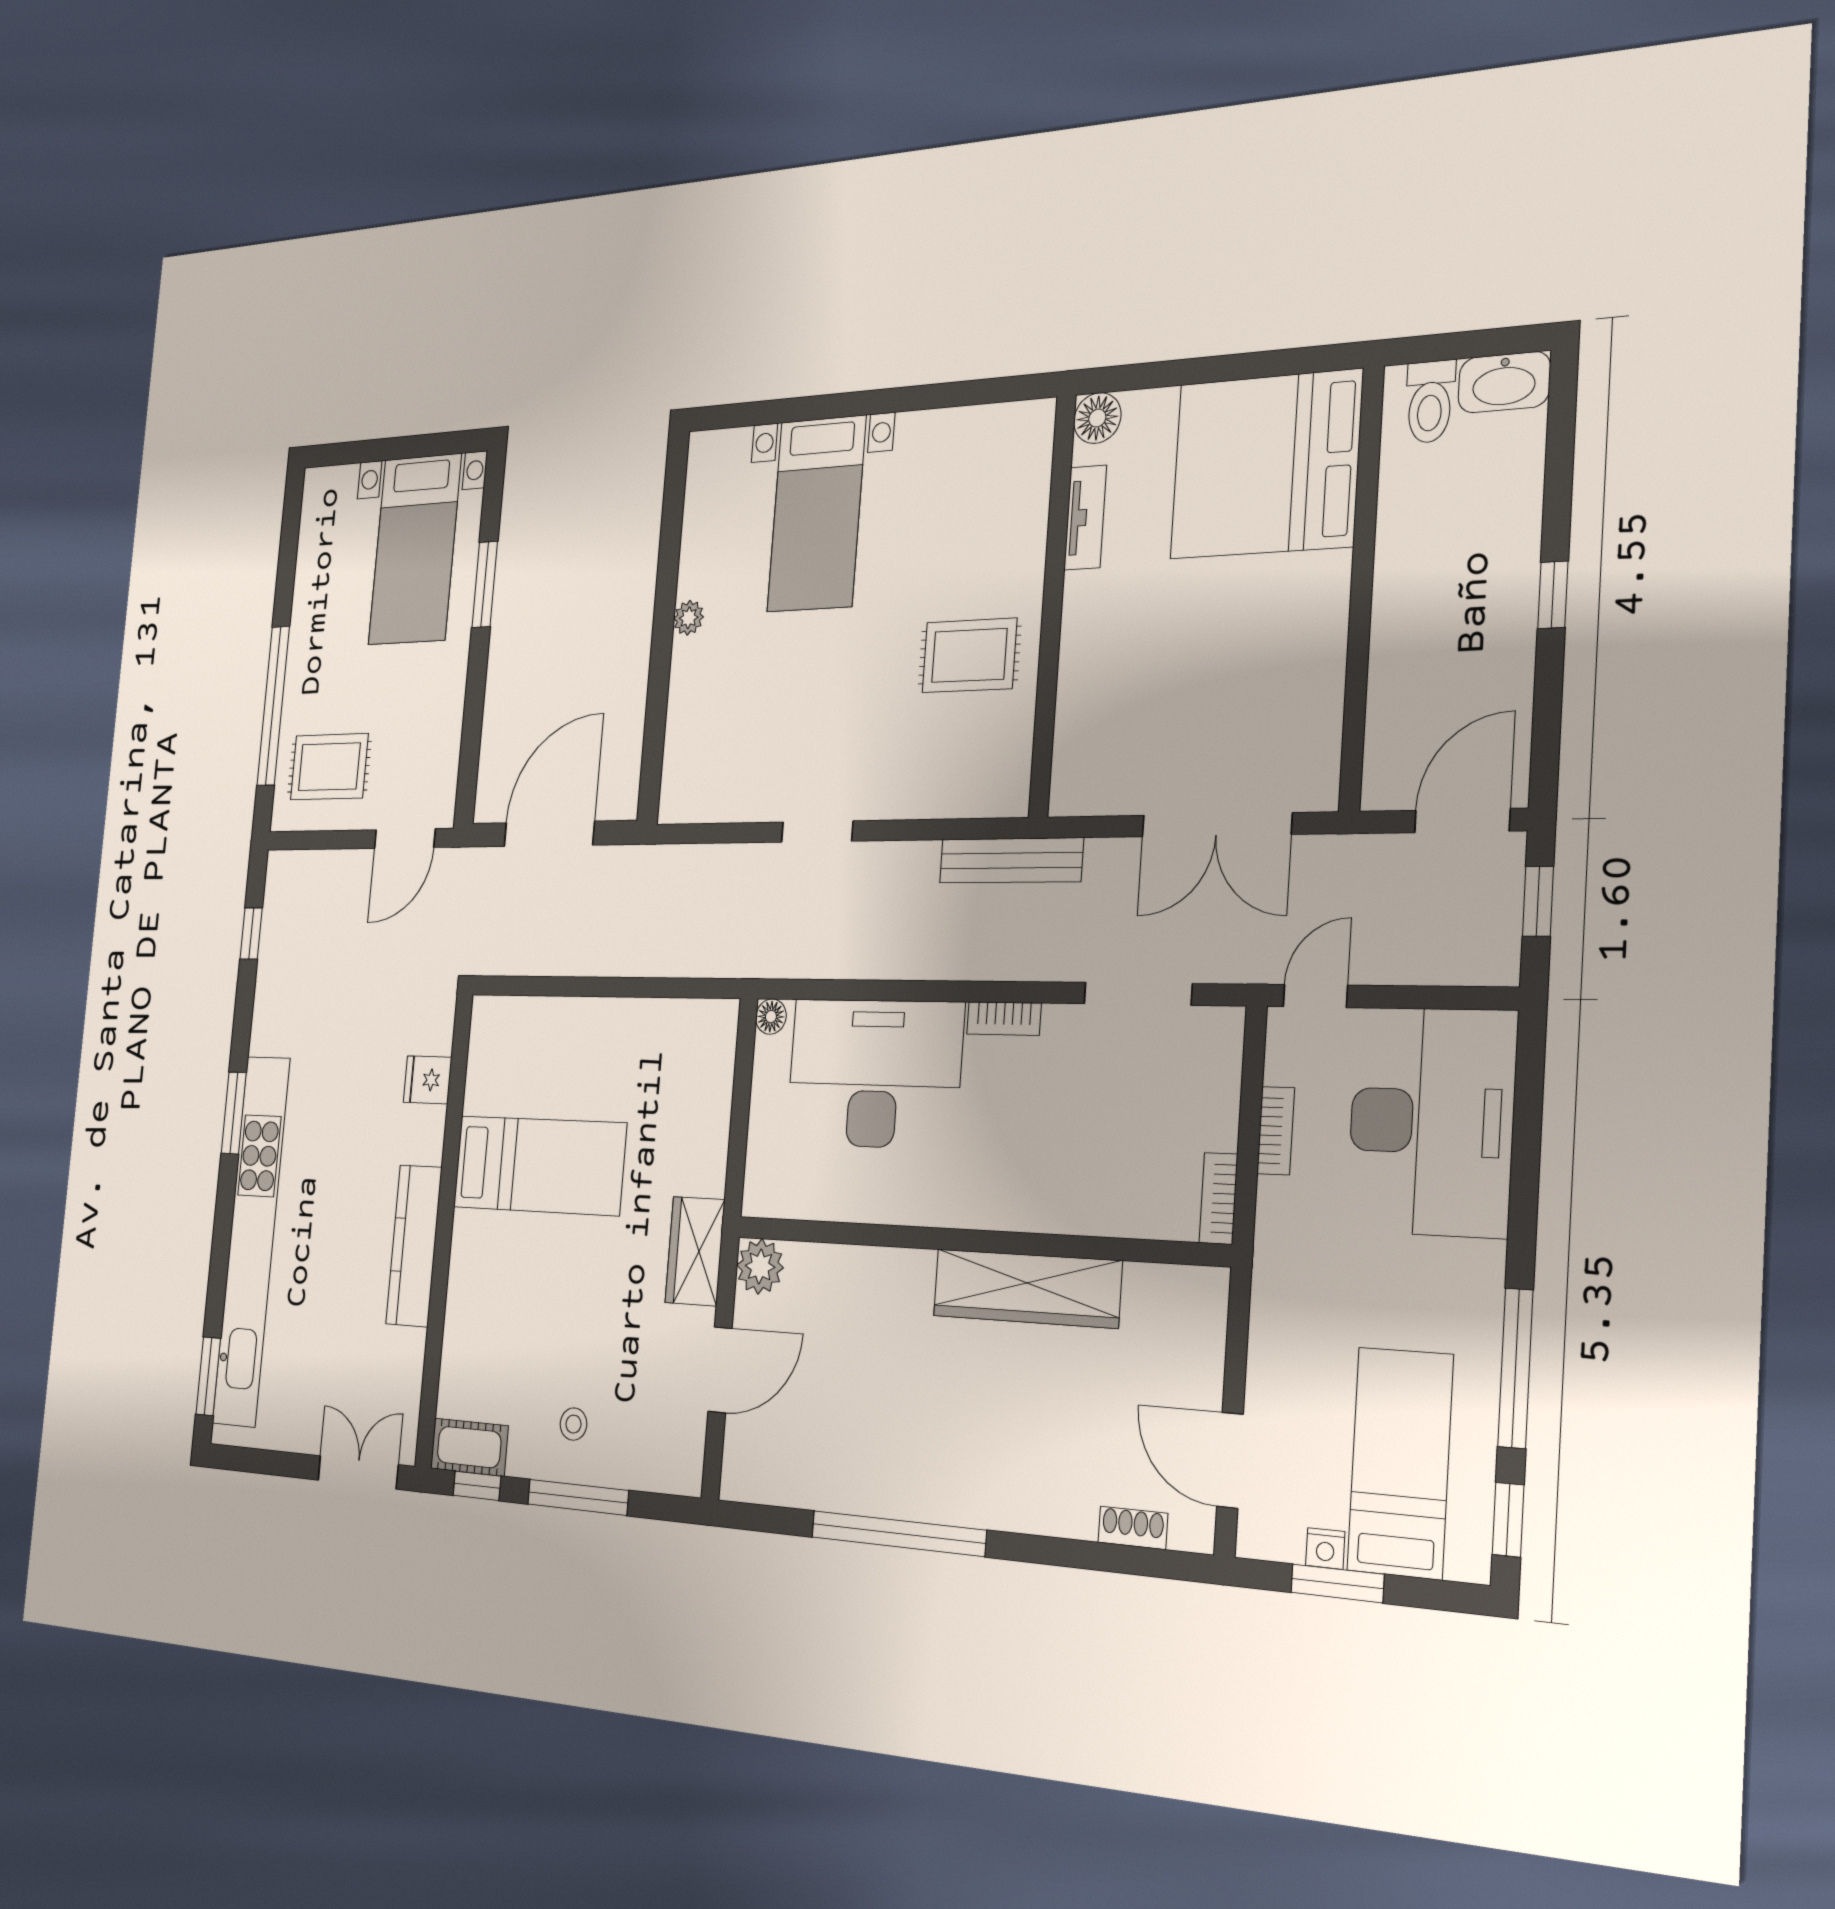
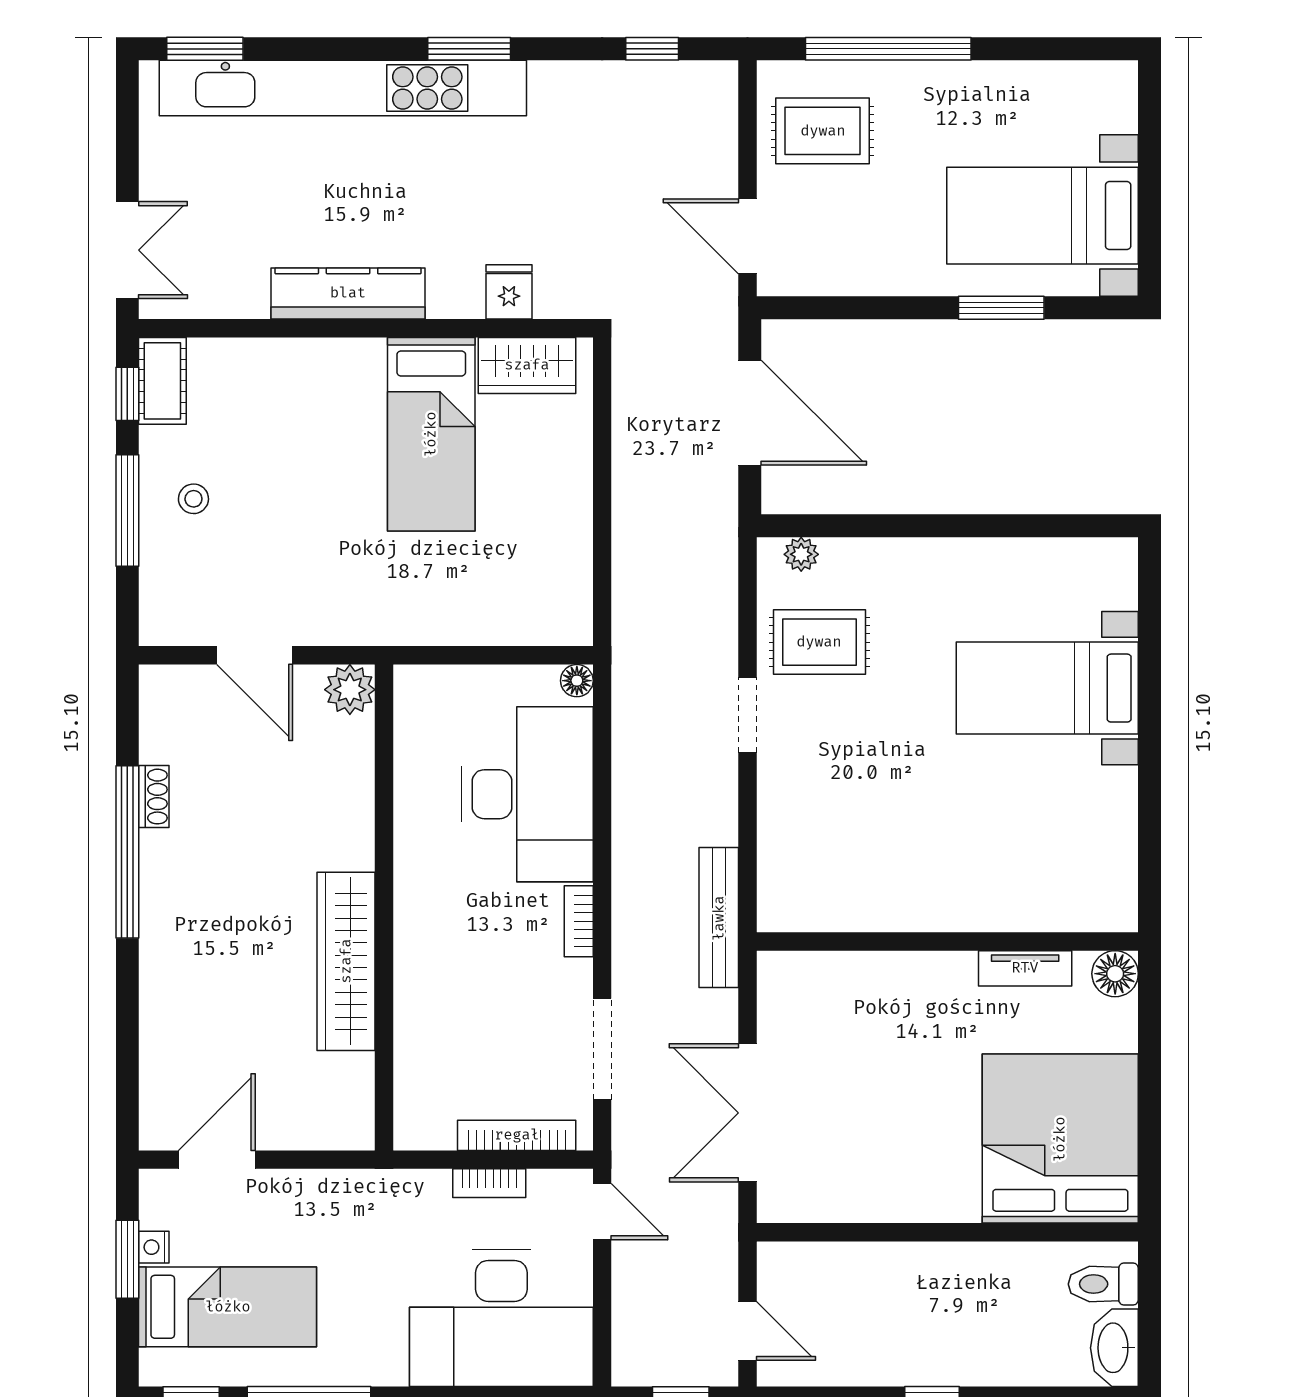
plant: (689, 618) -> (801, 554), moved
rug: (969, 655) -> (819, 642), moved, turned 90
rug: (329, 767) -> (823, 131), turned 90
door: (1462, 821) -> (748, 1331), width x0.73
bookcase: (1219, 1199) -> (517, 1135), moved, width x1.56
wardrobe: (695, 1251) -> (527, 365), moved, turned 180
shoe rack: (1133, 1528) -> (154, 797), moved

